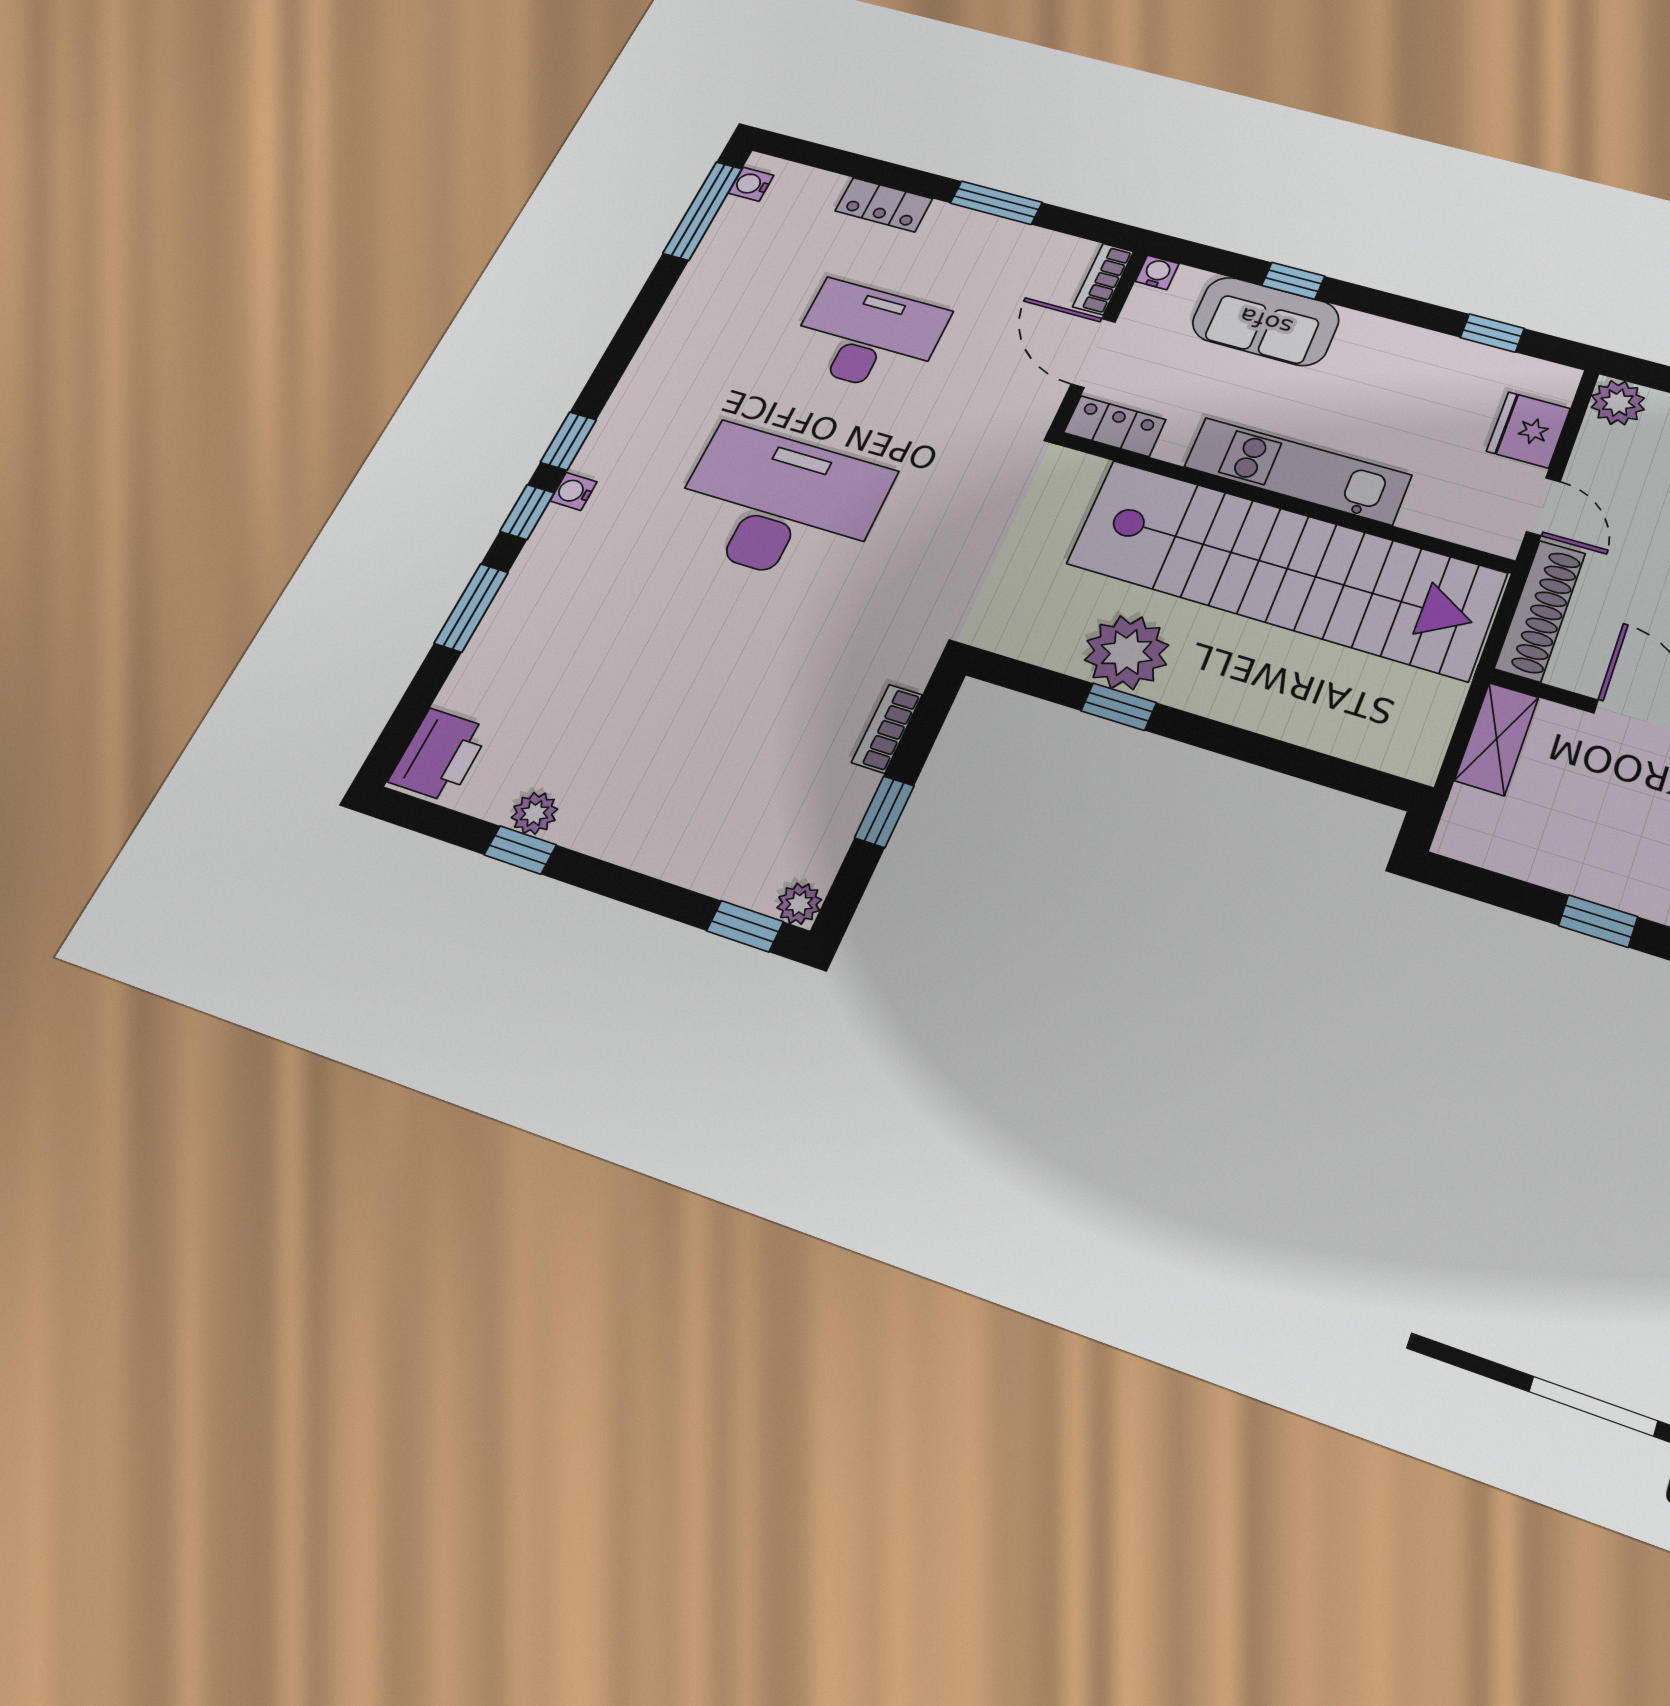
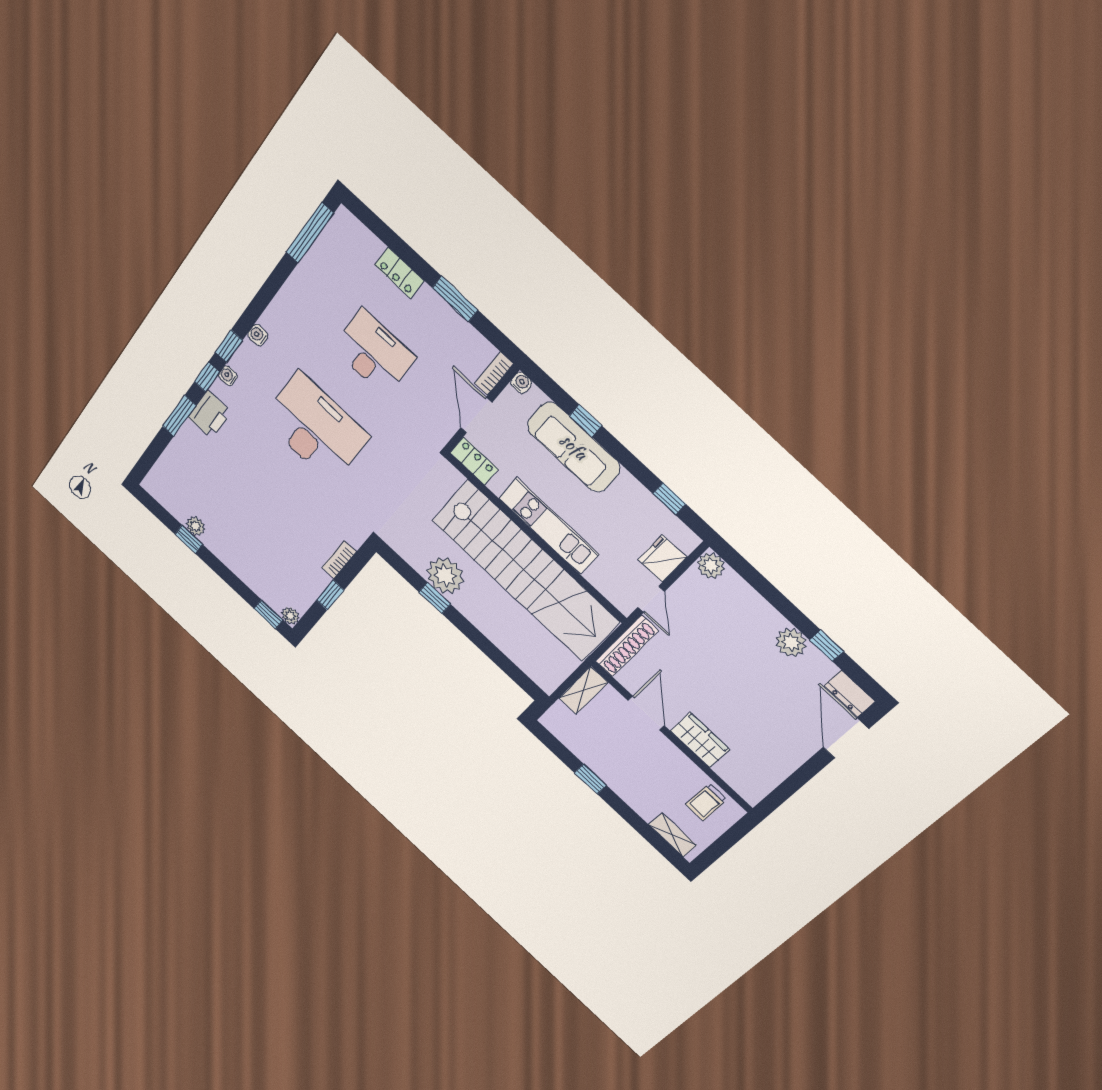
water cooler: (751, 184) -> (258, 335), moved
sofa: (1266, 321) -> (574, 447), width x1.36
printer: (439, 755) -> (210, 414), moved

